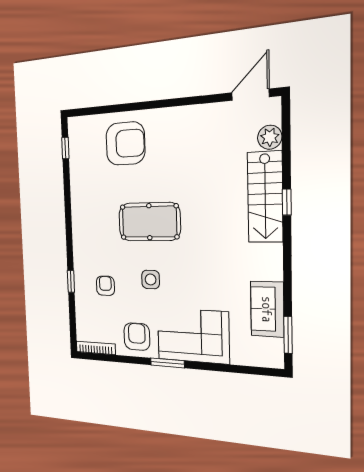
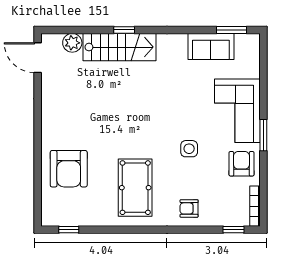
armchair: (125, 143) -> (69, 169), turned 180
pool table: (149, 222) -> (135, 188), moved
window: (71, 281) -> (234, 230), moved
armchair: (105, 286) -> (189, 208), moved
armchair: (137, 337) -> (241, 164), turned 90

